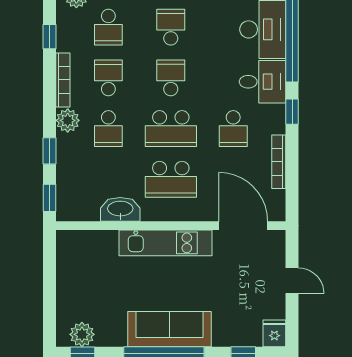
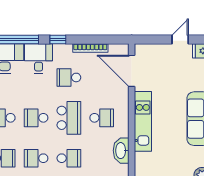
school desk: (233, 129) -> (69, 77), turned 180
school desk: (171, 179) -> (102, 118), width x0.54
door: (243, 226) -> (132, 71), hinge flipped
door: (292, 281) -> (180, 39), moved

